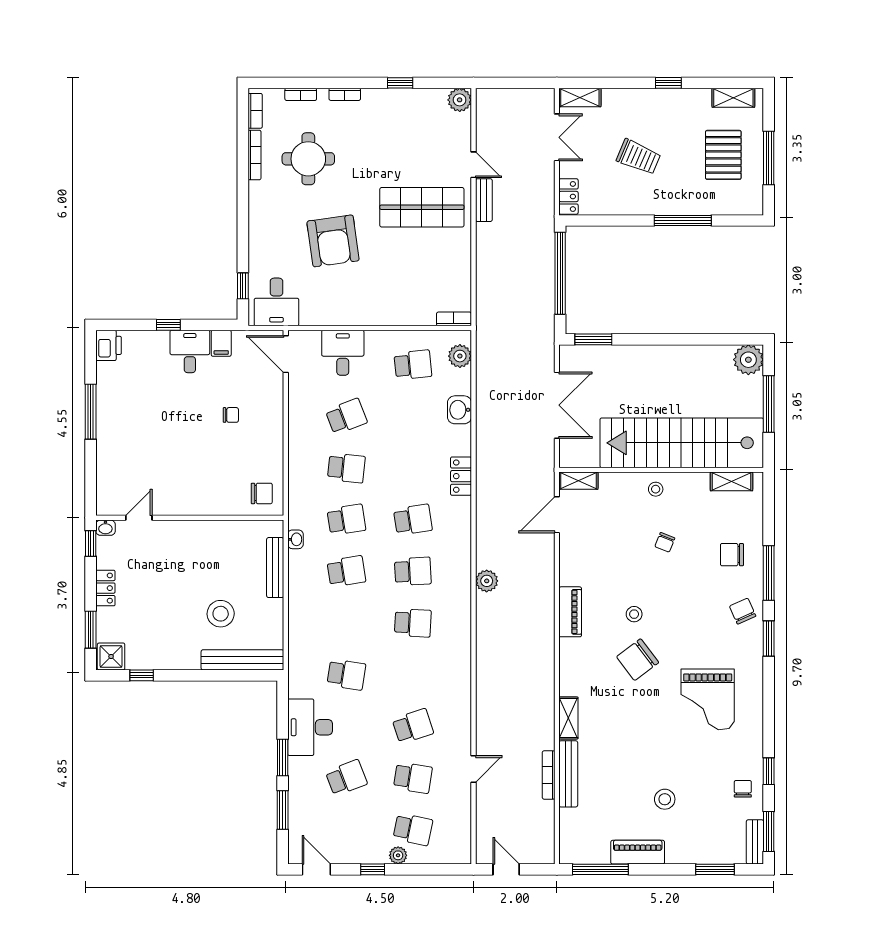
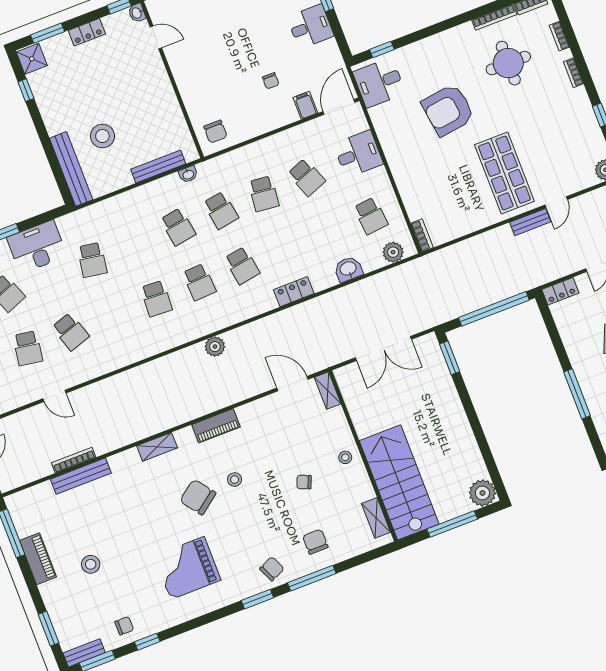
filing cabinet: (221, 343) -> (305, 105), moved, turned 90
stairs: (682, 443) -> (399, 482), width x0.73
shelving: (568, 718) -> (157, 447), moved

